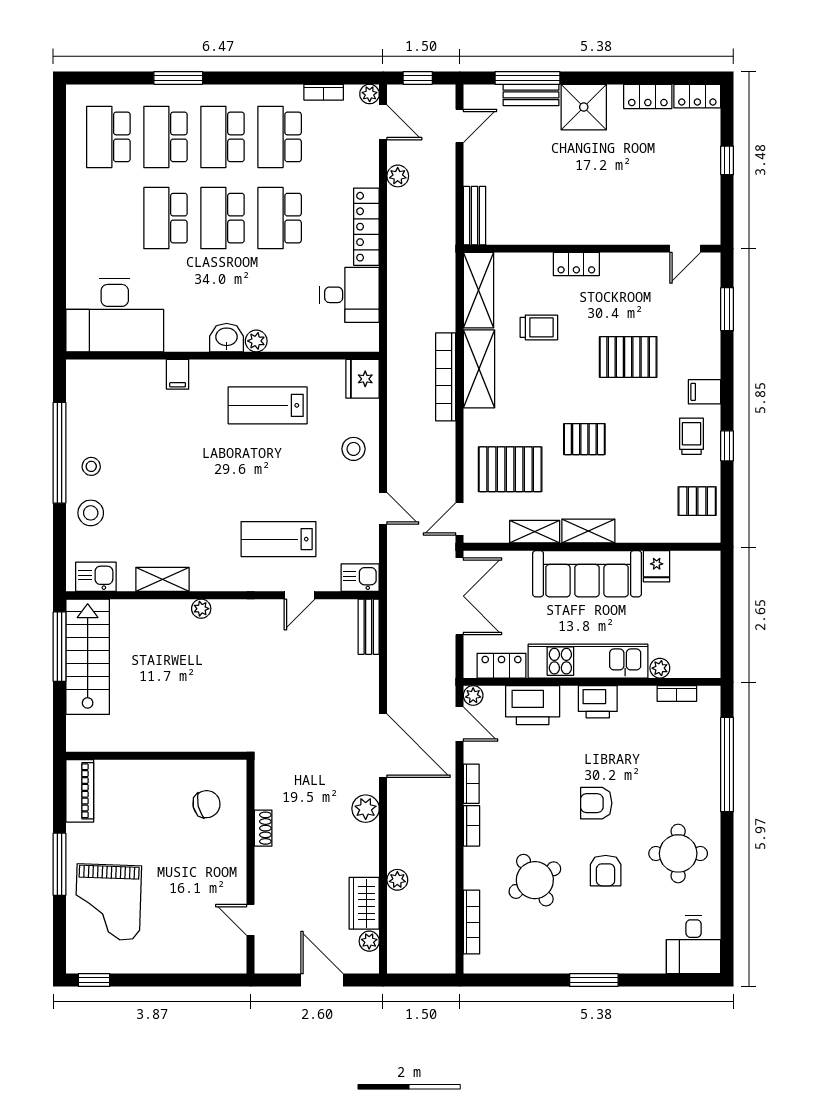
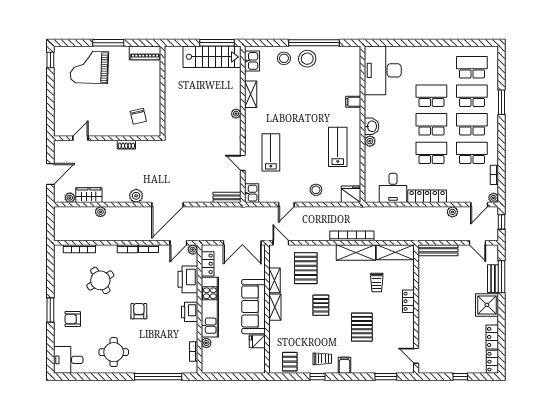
bench: (475, 216) -> (438, 250), width x1.36
stool: (91, 466) -> (307, 59), width x1.89, depth x1.89
armchair: (606, 871) -> (73, 319), moved

